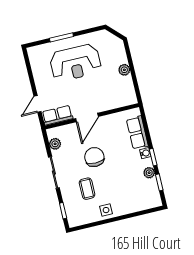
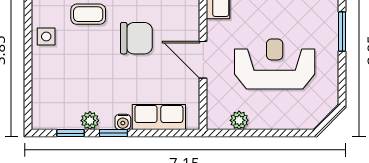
reception desk: (75, 63) -> (275, 64), moved, turned 90
plant: (124, 70) -> (239, 120), moved
door: (87, 117) -> (203, 60), moved

